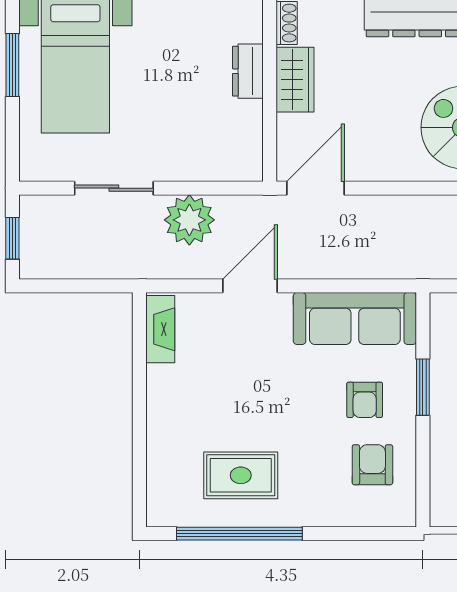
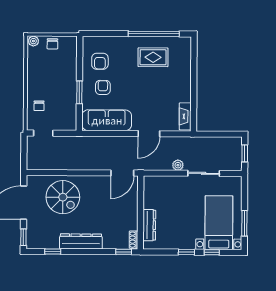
dresser: (248, 71) -> (149, 225), width x1.44
wardrobe: (295, 80) -> (130, 217), removed
plant: (189, 220) -> (178, 165), width x0.53, depth x0.53

